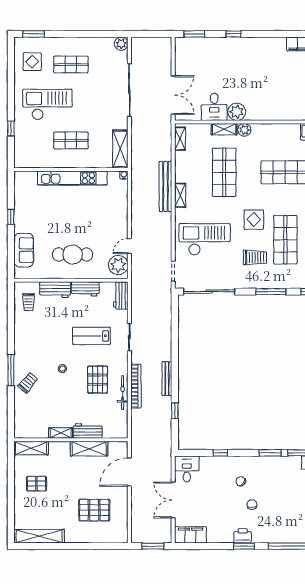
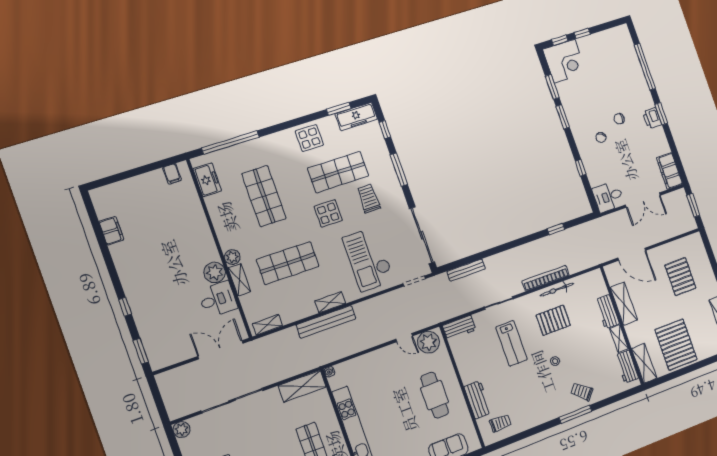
workbench: (85, 289) -> (627, 367), moved, turned 180
bench: (167, 379) -> (466, 270), moved
pallet: (36, 484) -> (676, 345), width x2.05, depth x2.00

